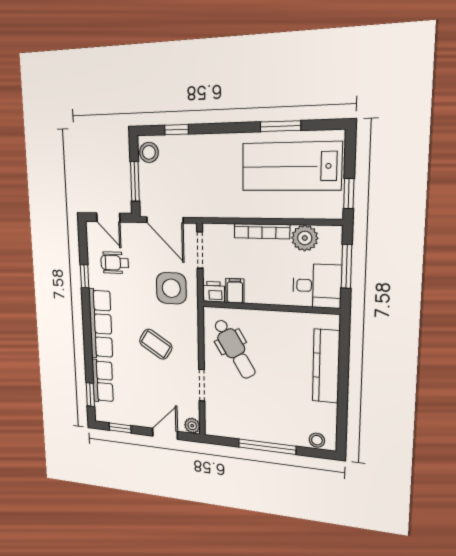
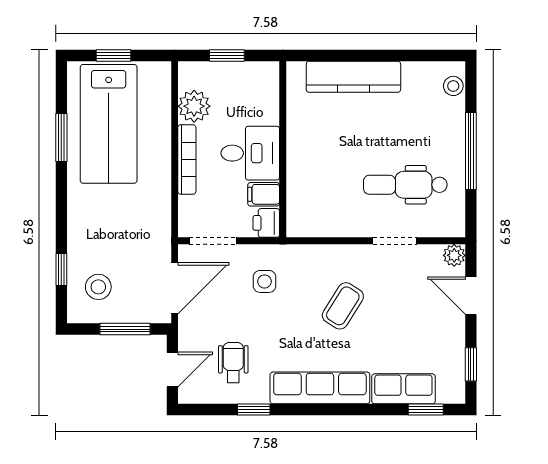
stool: (149, 152) -> (98, 287), moved
window: (349, 194) -> (114, 55), moved
wheelchair: (115, 263) -> (233, 363), turned 180
window: (347, 266) -> (227, 55), width x0.67
desk: (317, 286) -> (250, 153), moved, turned 90
side table: (171, 288) -> (265, 281), width x0.54, depth x0.54
dental chair: (234, 349) -> (405, 185), moved, turned -149

